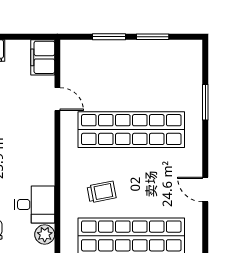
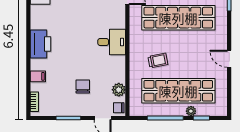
desk: (34, 205) -> (112, 42), moved

